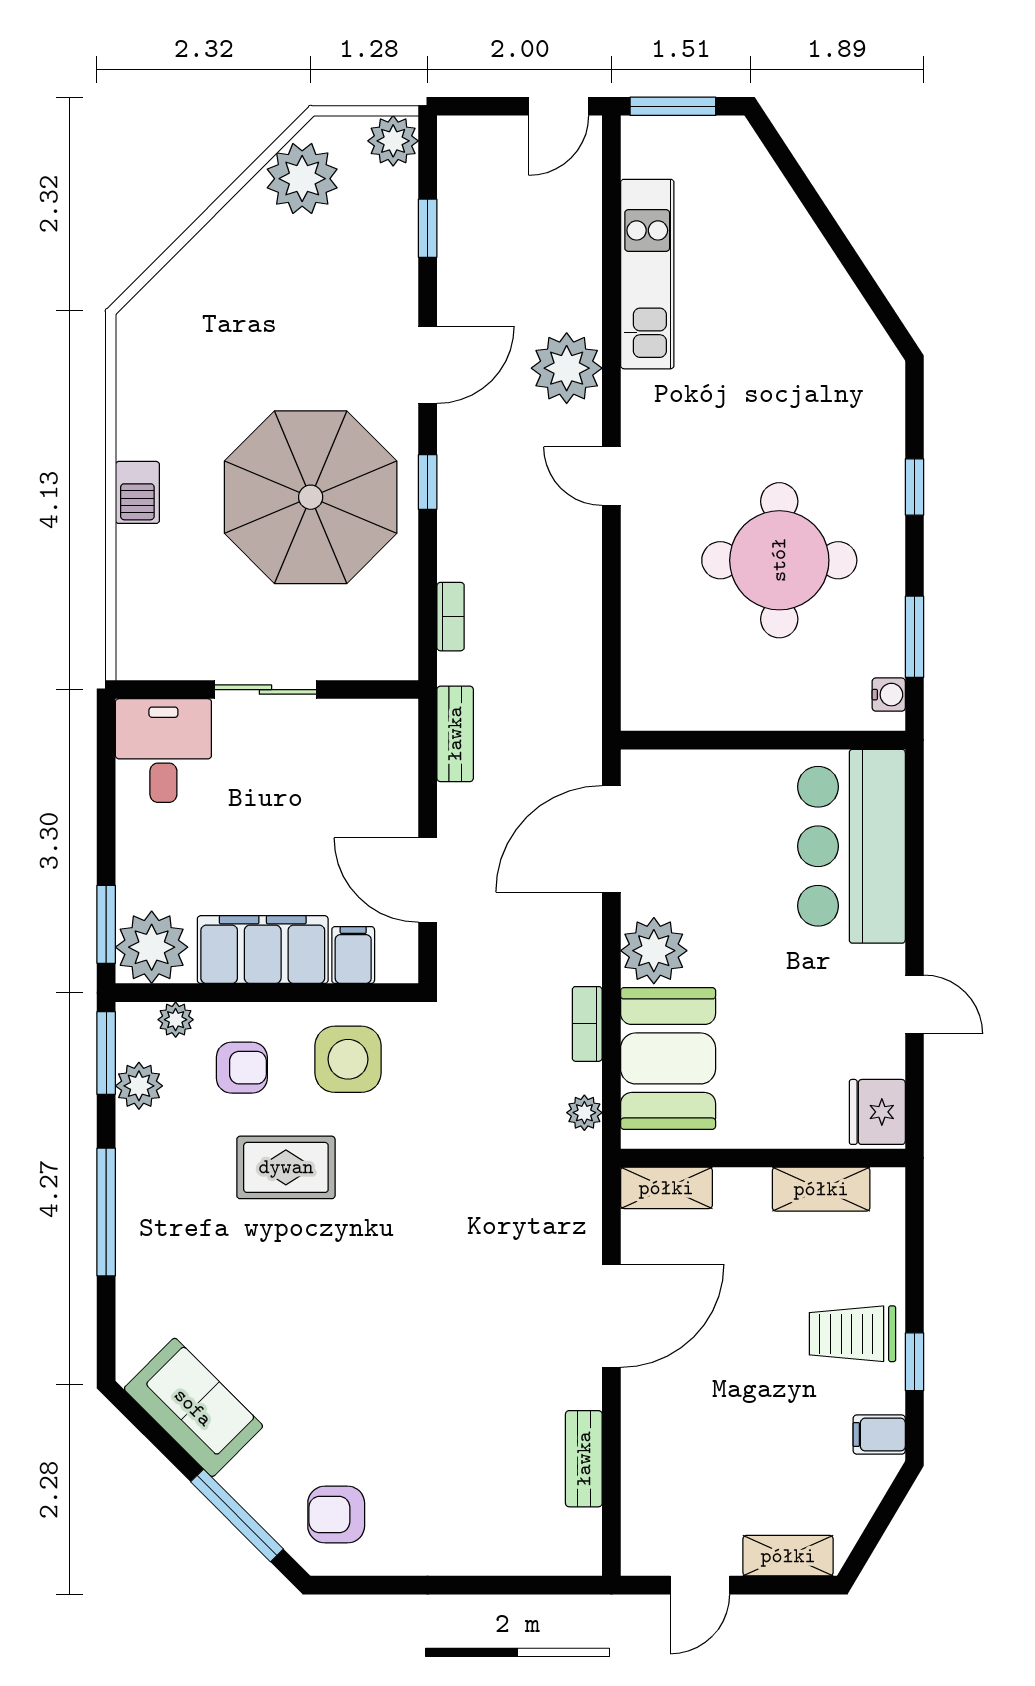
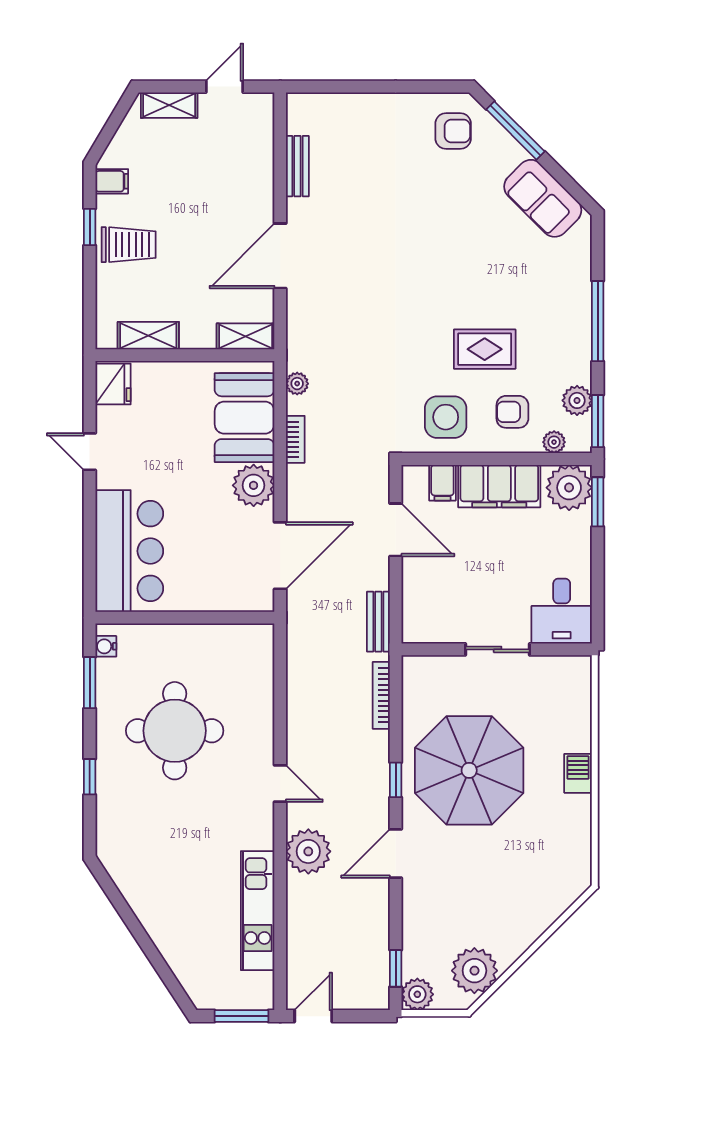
window: (428, 228) -> (396, 968), moved
bookcase: (451, 617) -> (381, 695), width x1.56

